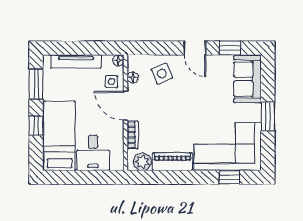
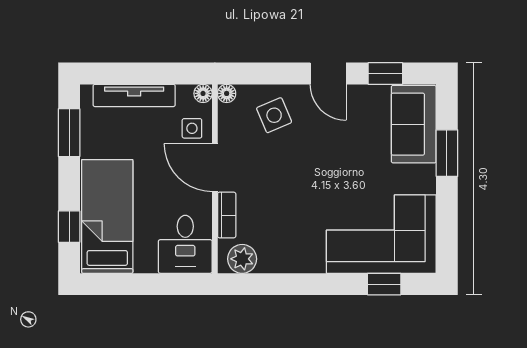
floor lamp: (133, 77) -> (227, 93), moved
window: (268, 116) -> (447, 153), moved
window: (36, 126) -> (69, 227), moved
desk: (93, 153) -> (185, 244), moved
piano: (172, 162) -> (291, 259), removed

